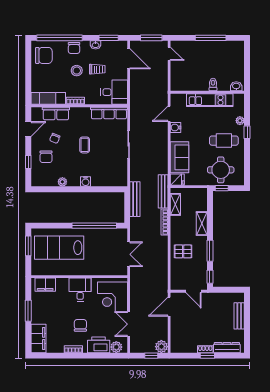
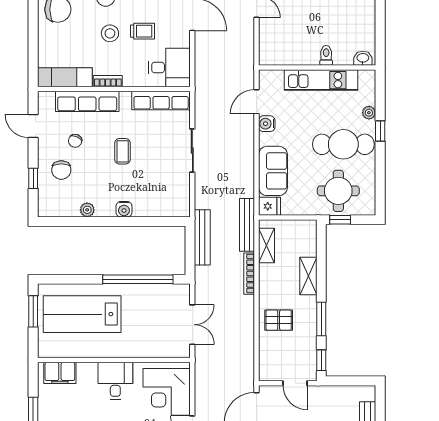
row of seats: (56, 113) -> (87, 101), width x1.48
door: (28, 129) -> (33, 126), swing flipped
cafe table: (224, 141) -> (343, 144), width x1.37, depth x1.35

